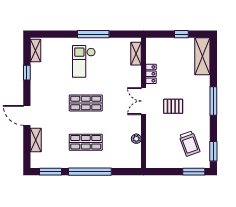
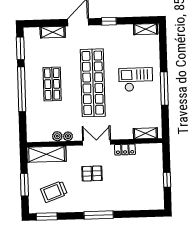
shelving: (202, 56) -> (47, 154), moved
window: (27, 73) -> (109, 21), moved
shop shelf: (86, 103) -> (93, 83), width x2.00, depth x1.36
pallet: (173, 106) -> (92, 174), turned 90
plant: (137, 128) -> (68, 136), added
window: (194, 172) -> (24, 185), moved

